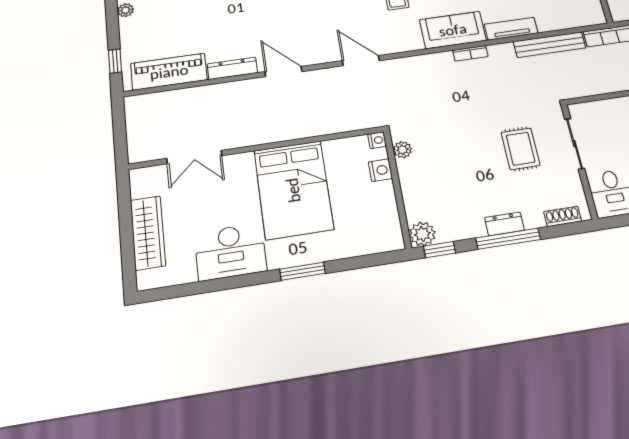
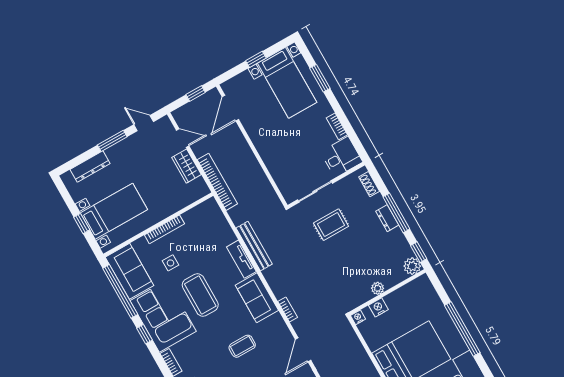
bench: (550, 45) -> (254, 246), moved
bookcase: (470, 53) -> (288, 309), moved
plant: (402, 150) -> (378, 288), moved
window: (303, 271) -> (462, 329), width x2.11

